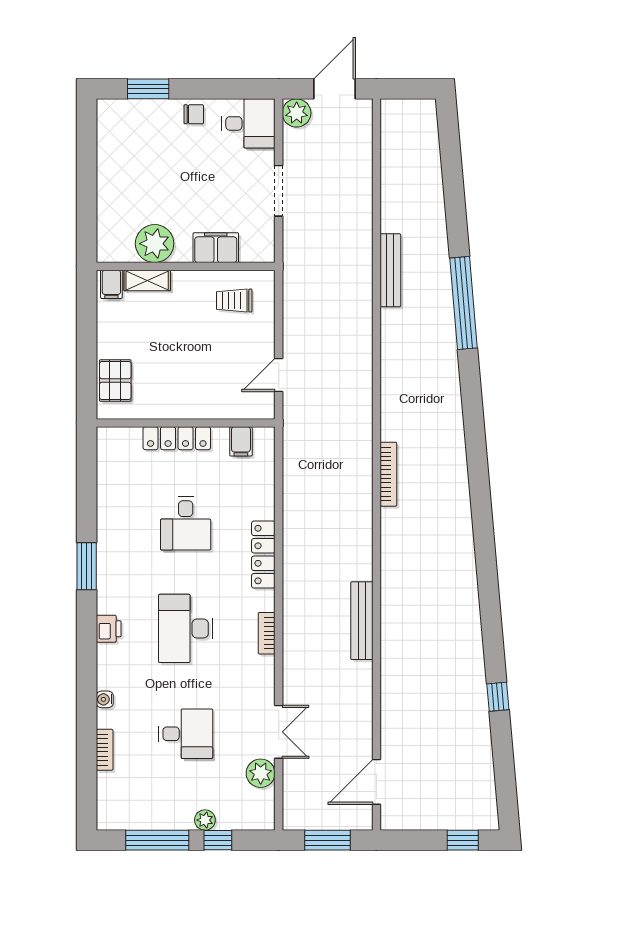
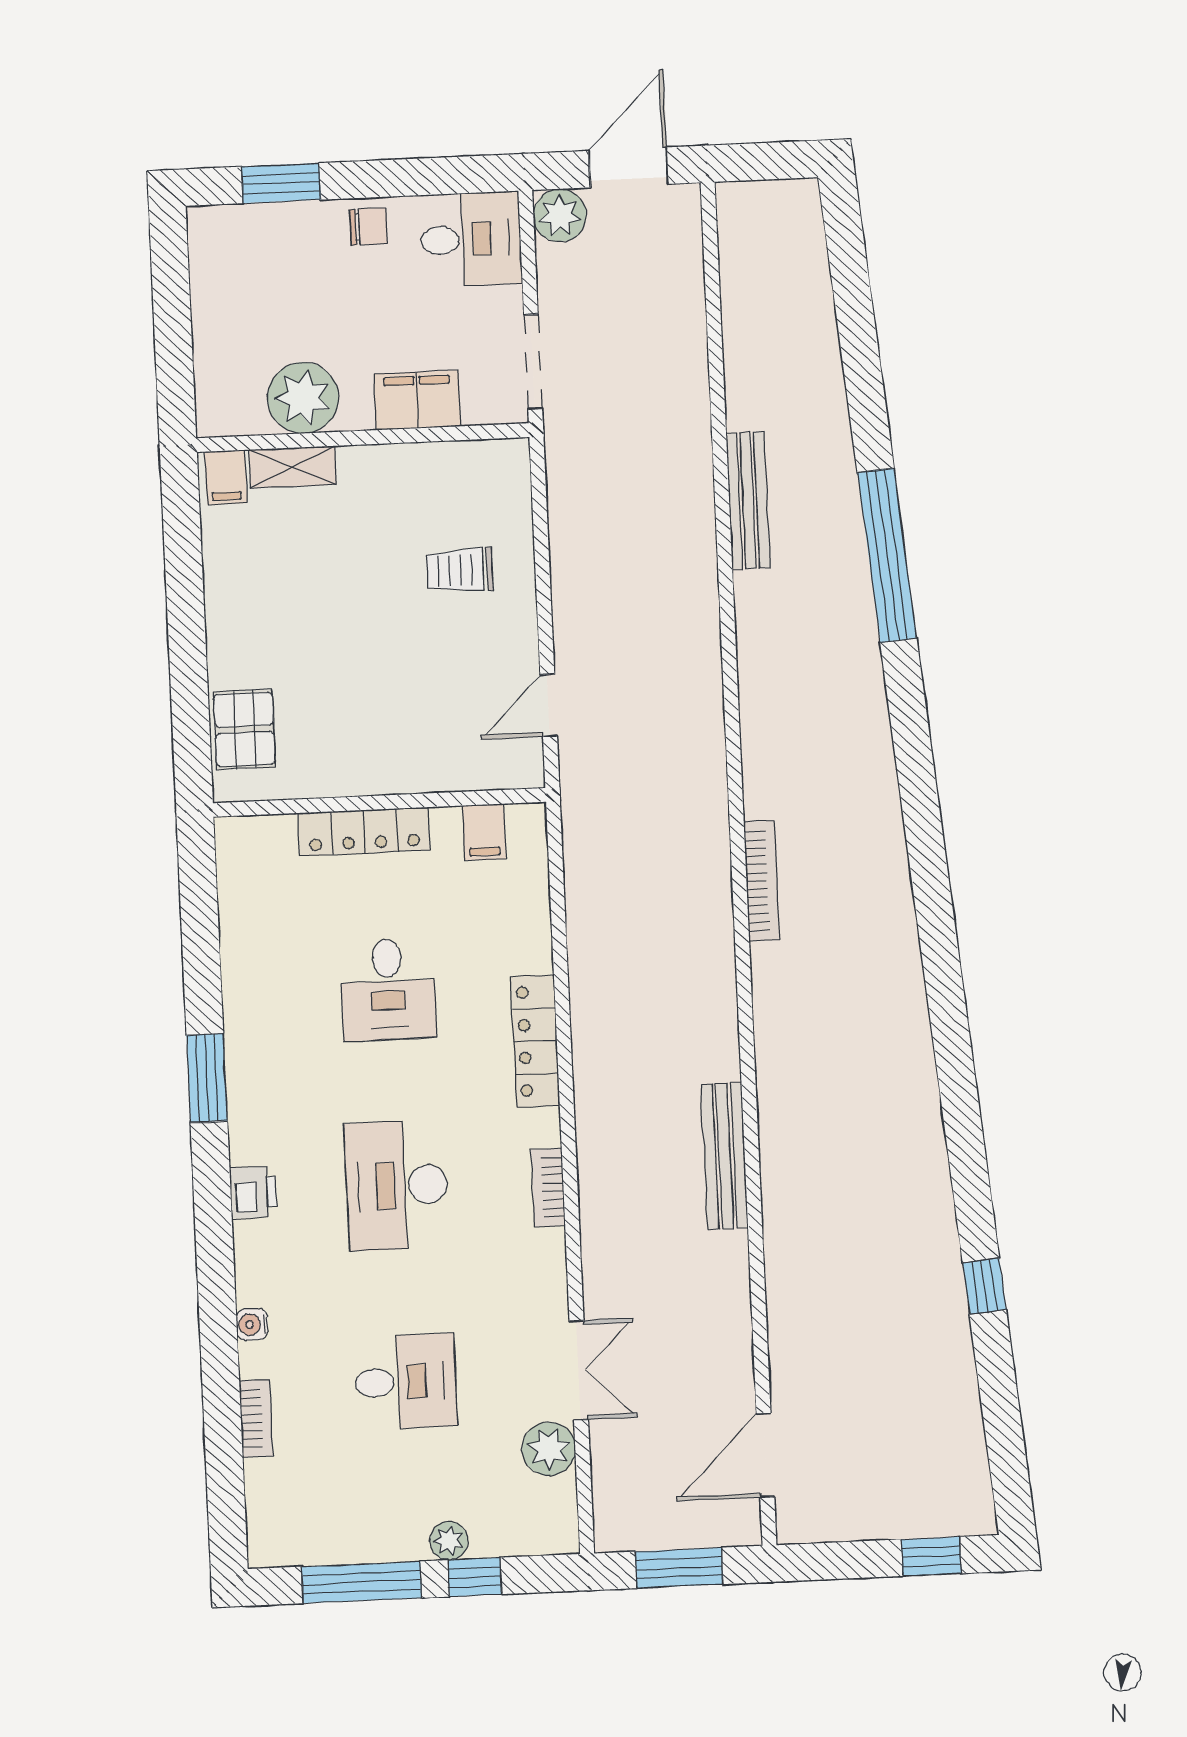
plant: (155, 244) -> (303, 398), moved
filing cabinet: (216, 248) -> (417, 400), moved
wall: (186, 266) -> (363, 438), moved
shelving: (147, 280) -> (292, 467), moved
filing cabinet: (111, 284) -> (226, 477), moved

